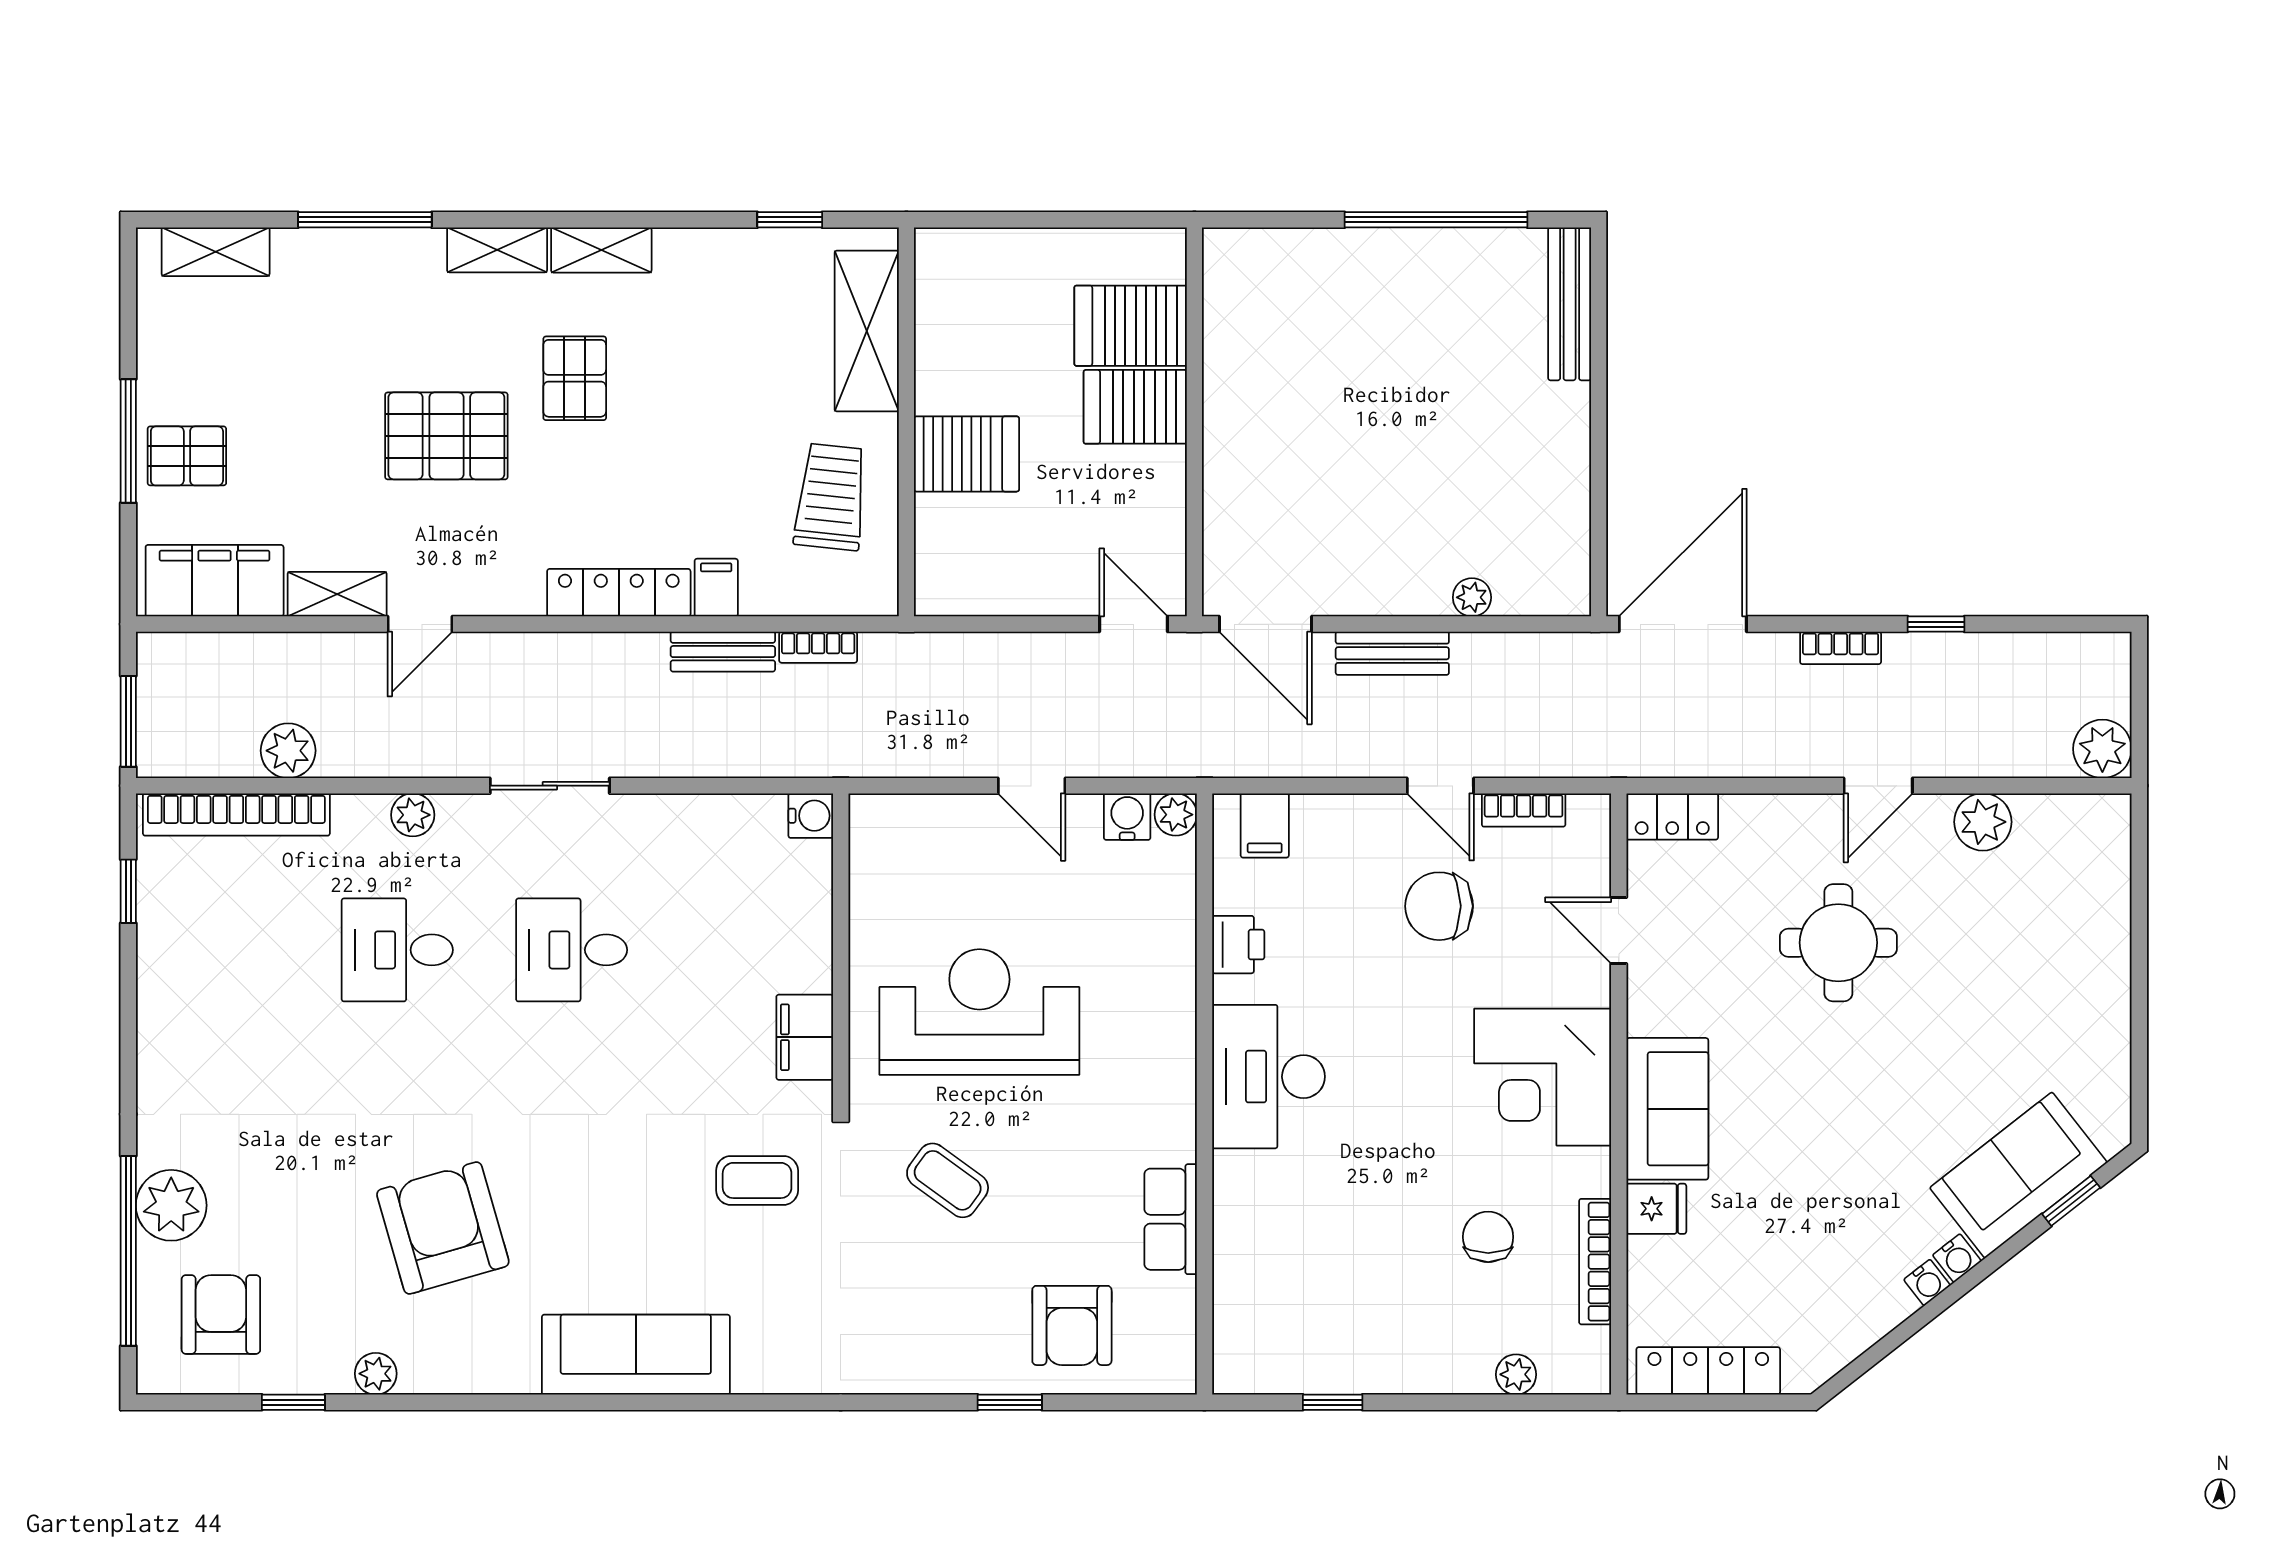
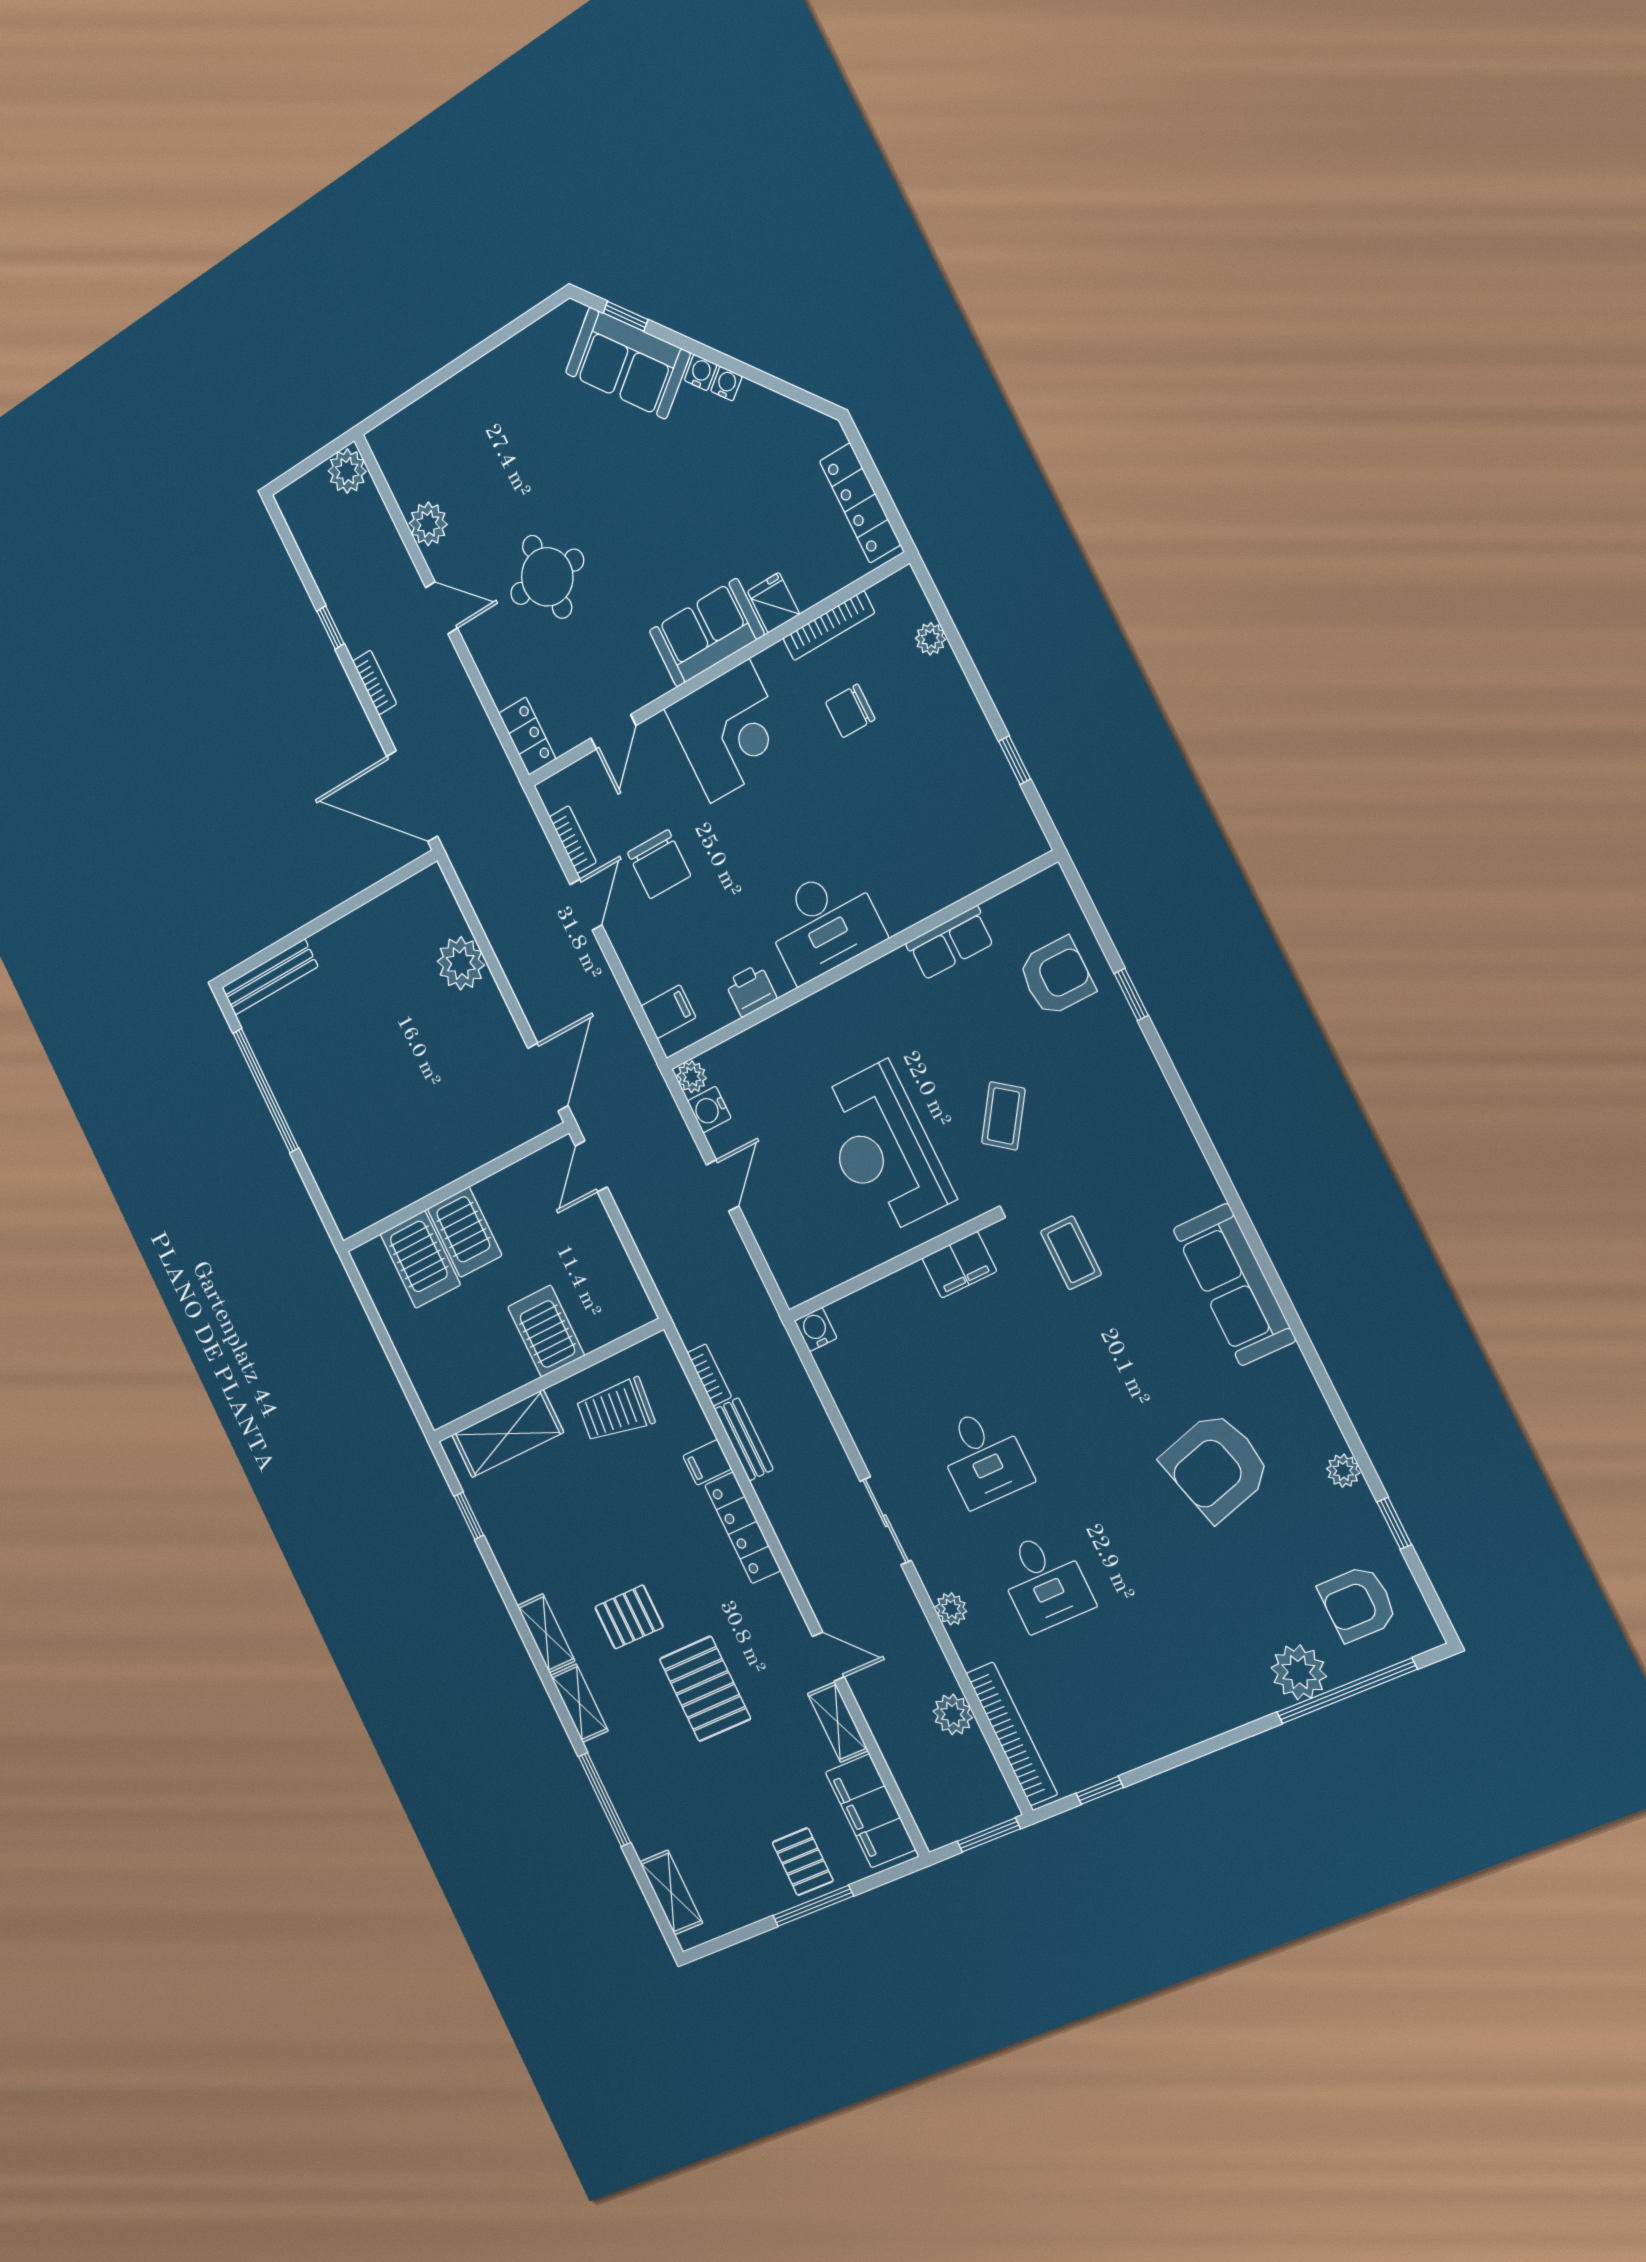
plant: (1472, 597) -> (461, 963), width x1.87, depth x1.87
bench: (1392, 653) -> (523, 982), removed

